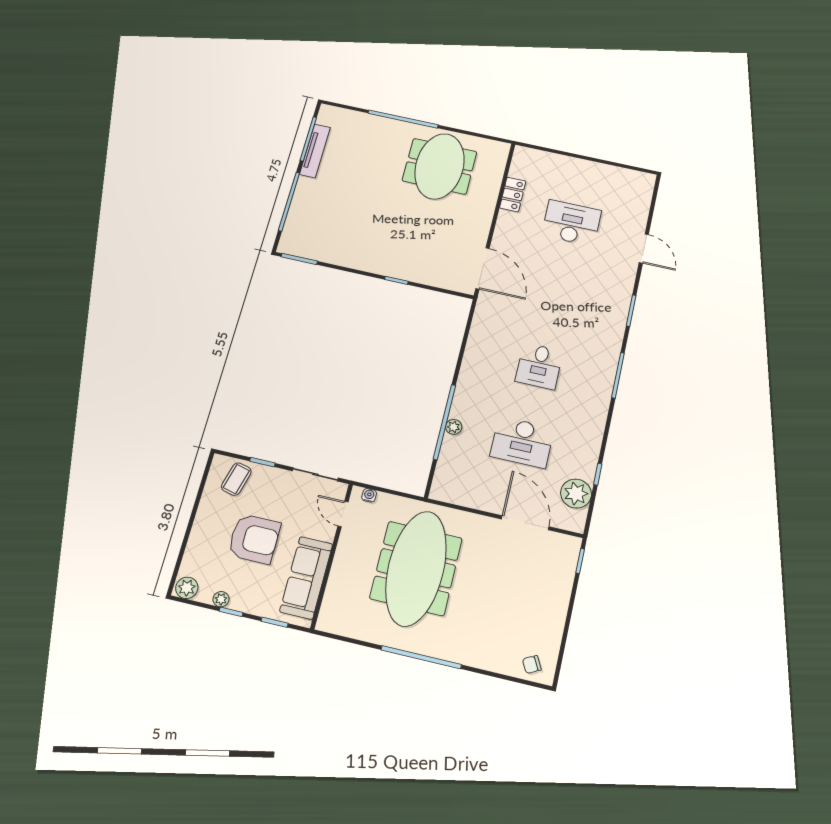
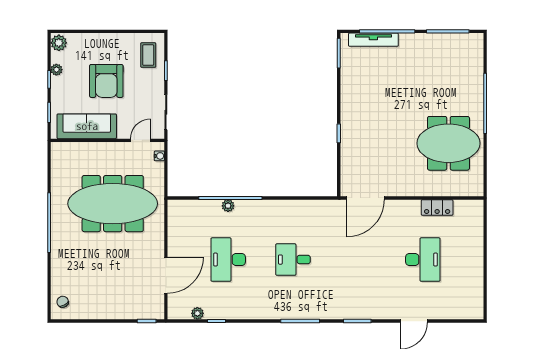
tv unit: (315, 151) -> (373, 40), moved
coffee table: (236, 479) -> (148, 55), turned 76
plant: (576, 494) -> (197, 313), width x0.53, depth x0.53

